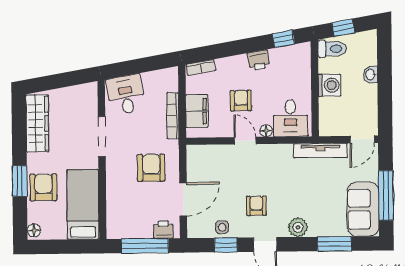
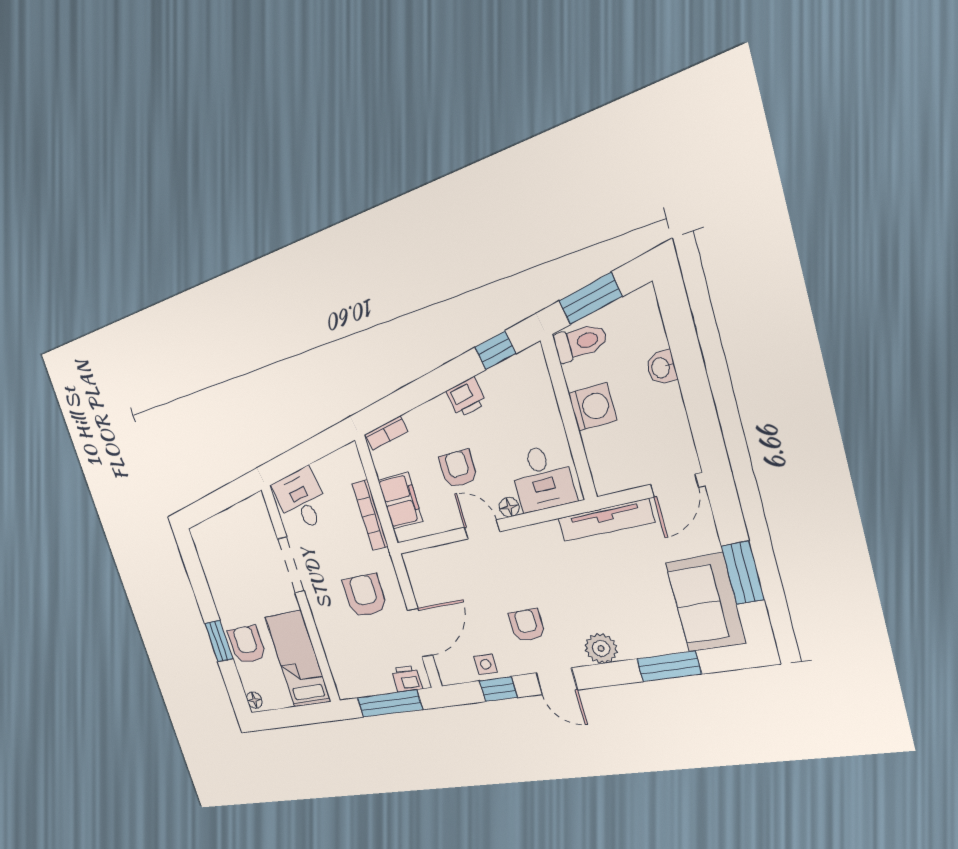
window: (343, 28) -> (590, 299), width x1.50
wardrobe: (37, 123) -> (213, 564), removed
window: (386, 195) -> (743, 573), width x0.69

